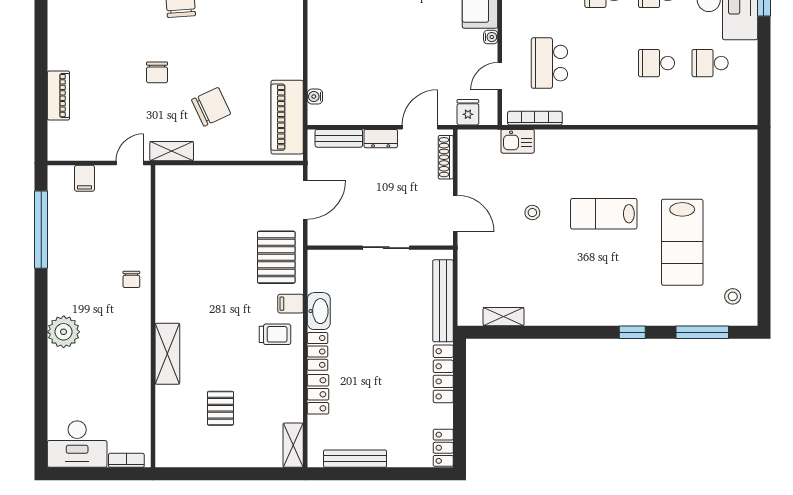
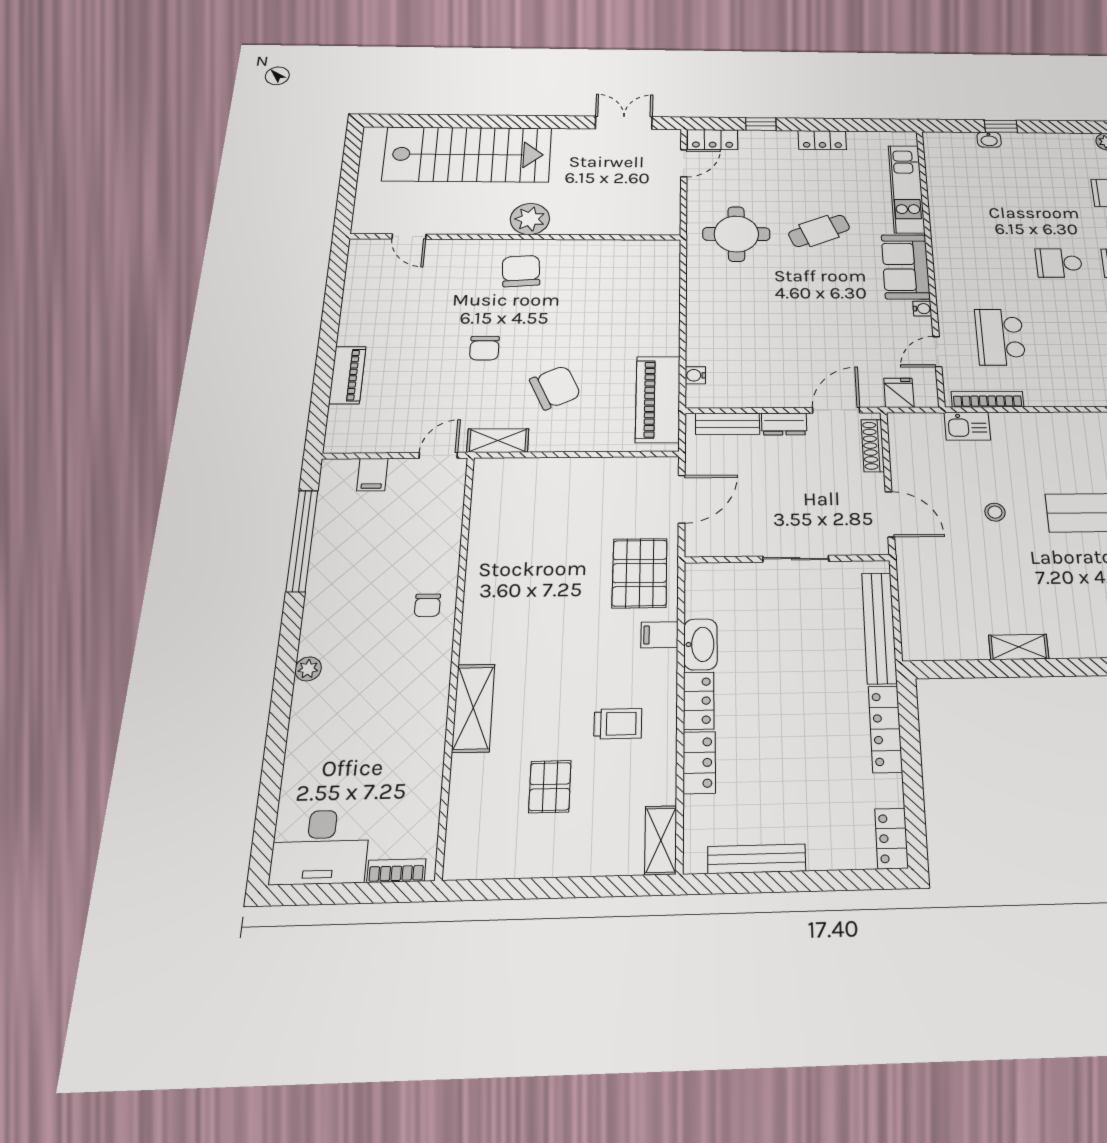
shelving: (504, 317) -> (1019, 647), moved
plant: (64, 332) -> (308, 669), width x0.53, depth x0.53
trolley: (275, 334) -> (618, 724), moved

